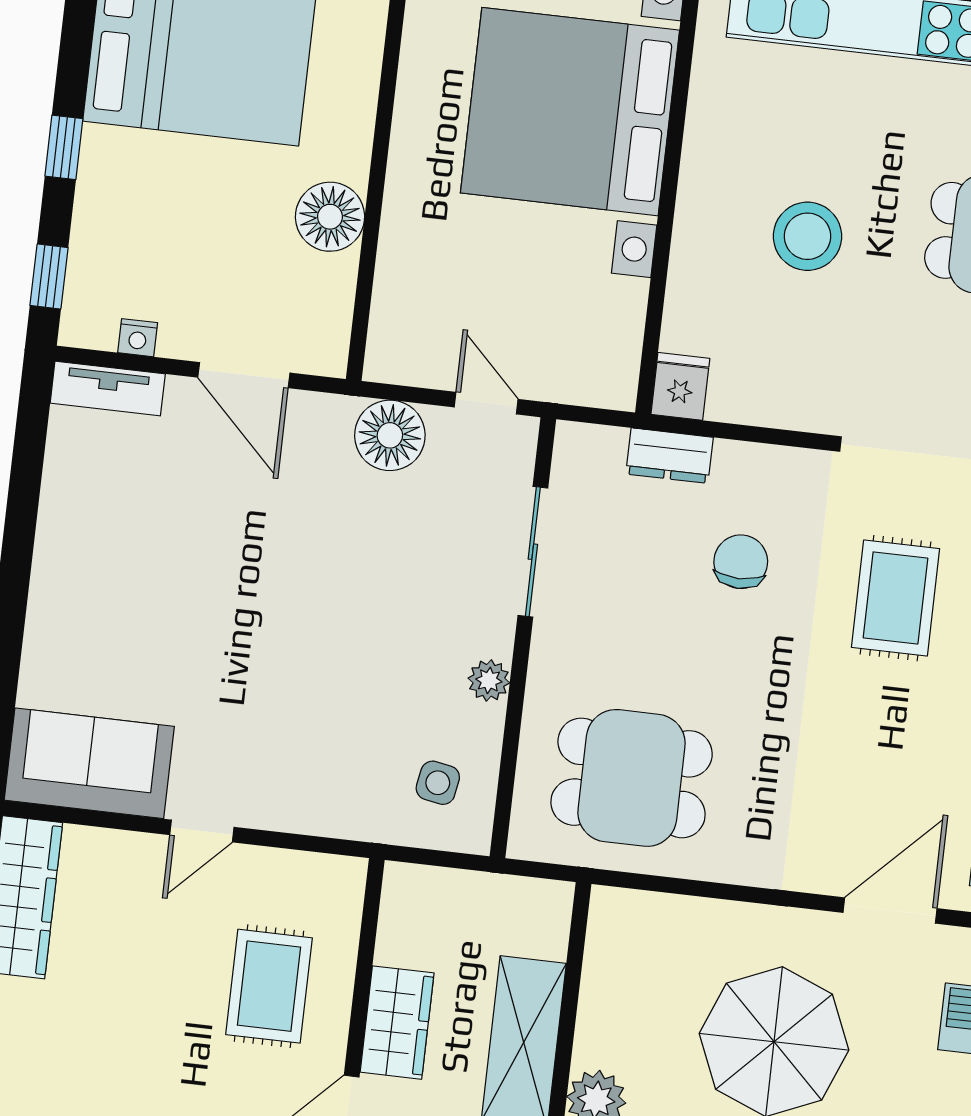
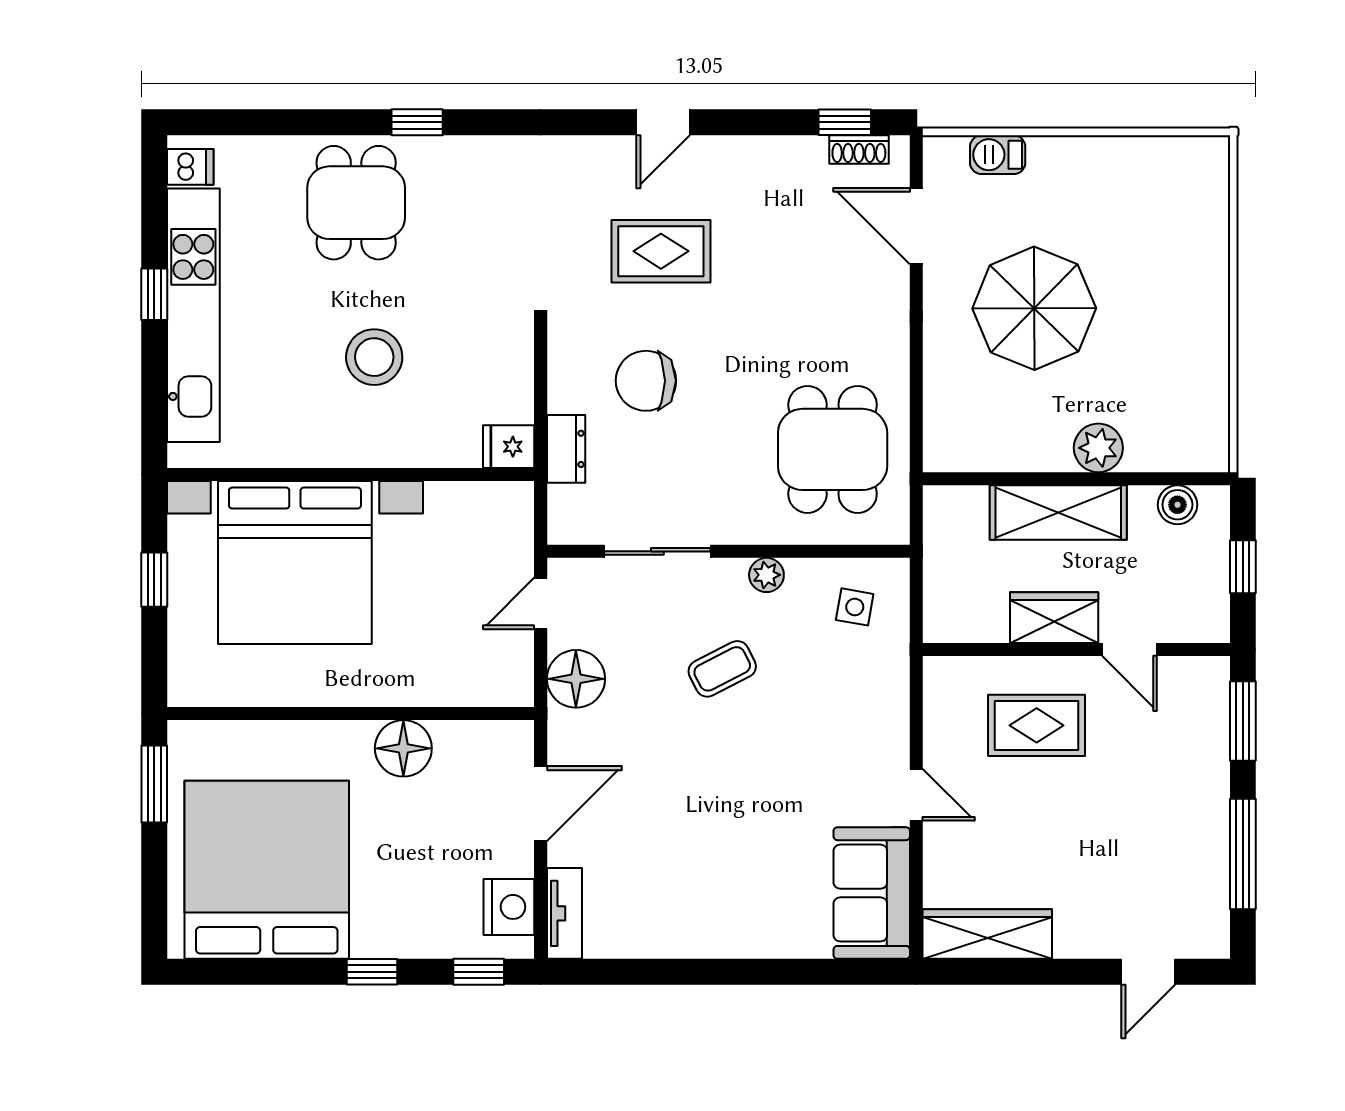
nightstand: (138, 338) -> (509, 907), width x1.89, depth x1.79
chair: (741, 562) -> (646, 381), width x1.37, depth x1.37
coffee table: (381, 614) -> (722, 669), added

